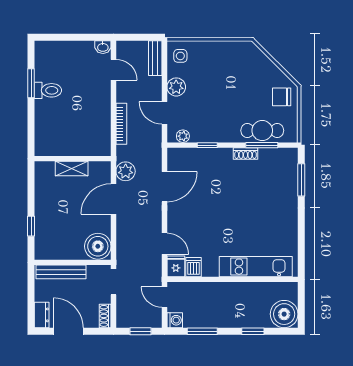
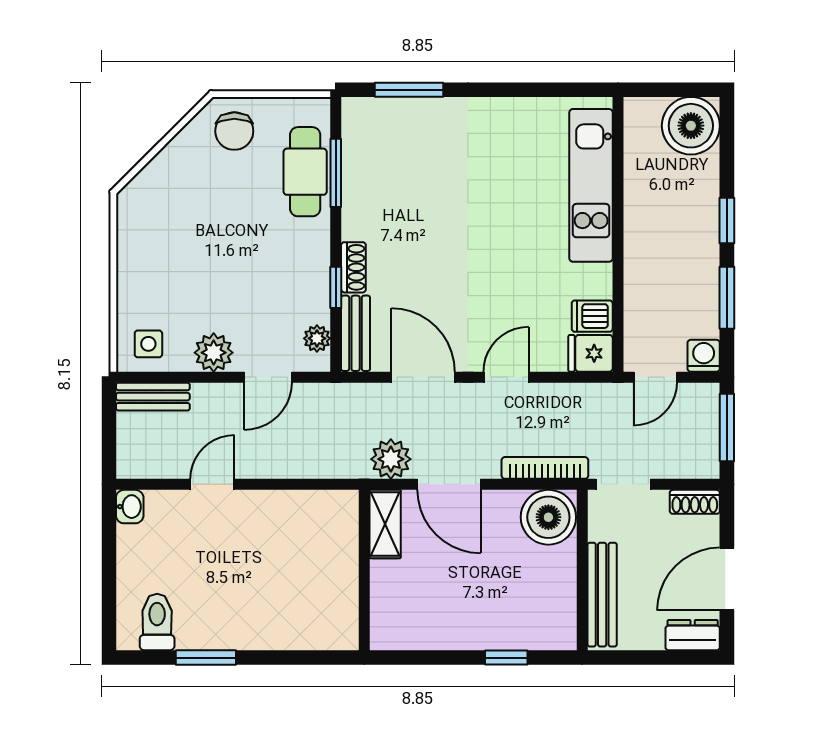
door: (113, 70) -> (212, 484), moved
toilet: (48, 90) -> (157, 622), moved
bookcase: (121, 124) -> (545, 468), moved
shoe rack: (246, 153) -> (353, 267), moved
bench: (185, 155) -> (356, 333), added
shelving: (72, 169) -> (385, 524), moved
door: (164, 244) -> (506, 377), moved
window: (141, 331) -> (727, 428), width x1.50
window: (253, 331) -> (727, 221), moved

